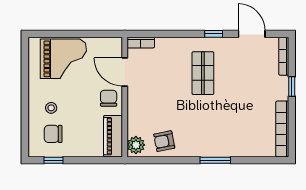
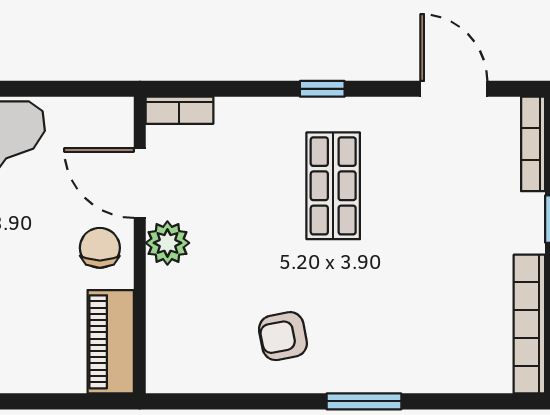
window: (214, 34) -> (322, 89), moved
armchair: (164, 141) -> (283, 336), moved
plant: (136, 145) -> (167, 243), moved

